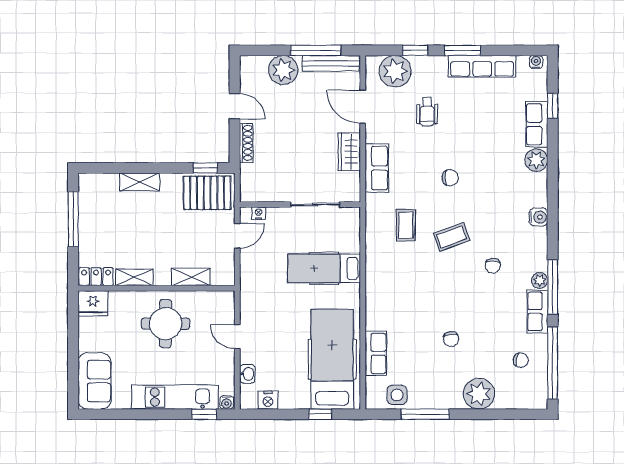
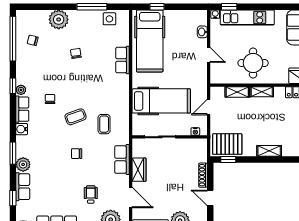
window: (553, 178) -> (13, 153), added
door: (237, 236) -> (209, 107), moved
hospital bed: (324, 268) -> (161, 101), width x1.37, depth x1.29
shelving: (134, 277) -> (262, 92), moved
window: (553, 287) -> (13, 86), width x0.46
row of seats: (537, 312) -> (22, 109), moved
row of seats: (376, 353) -> (123, 60), moved
nightstand: (268, 400) -> (190, 16), removed

